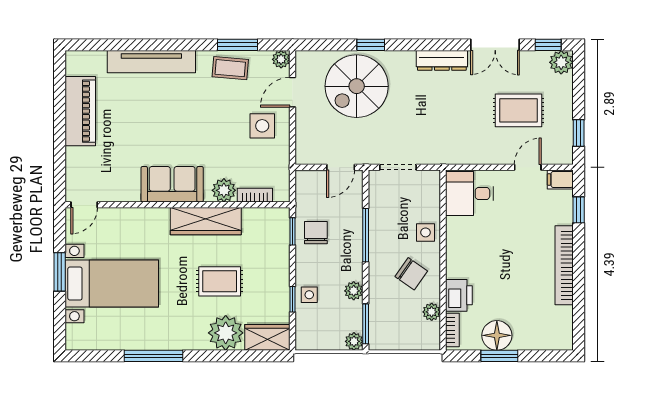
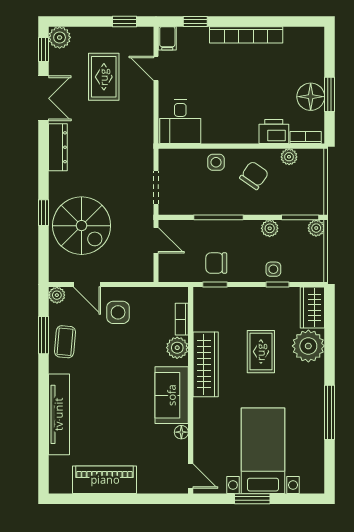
floor lamp: (132, 195) -> (181, 432), added

